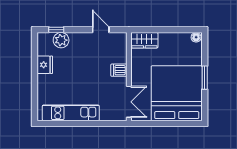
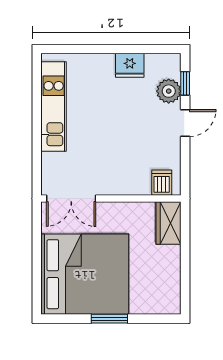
door: (101, 30) -> (185, 123), moved
floor lamp: (196, 37) -> (173, 305), removed
dishwasher: (119, 70) -> (162, 183), moved

